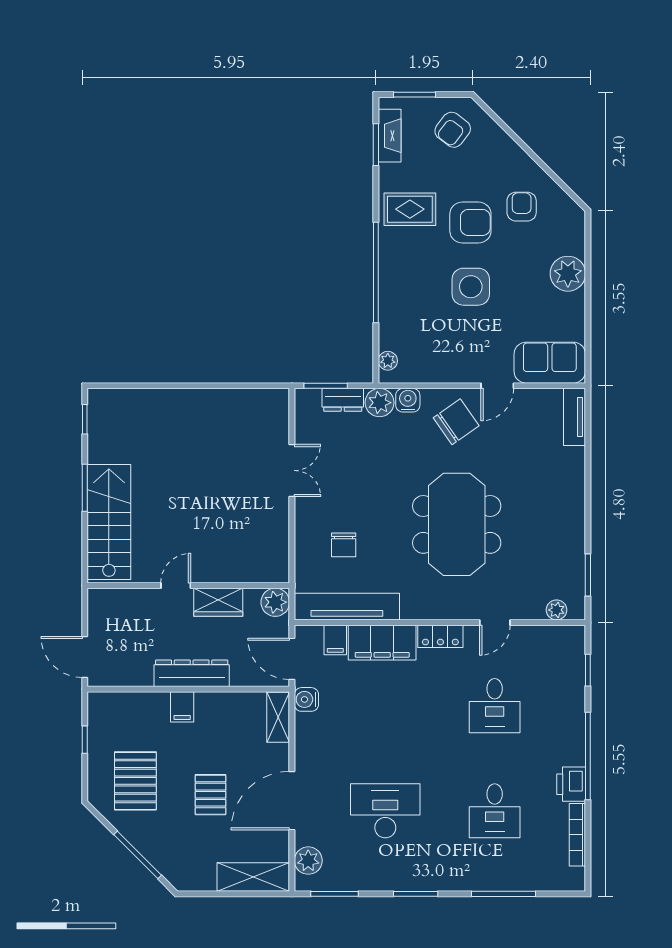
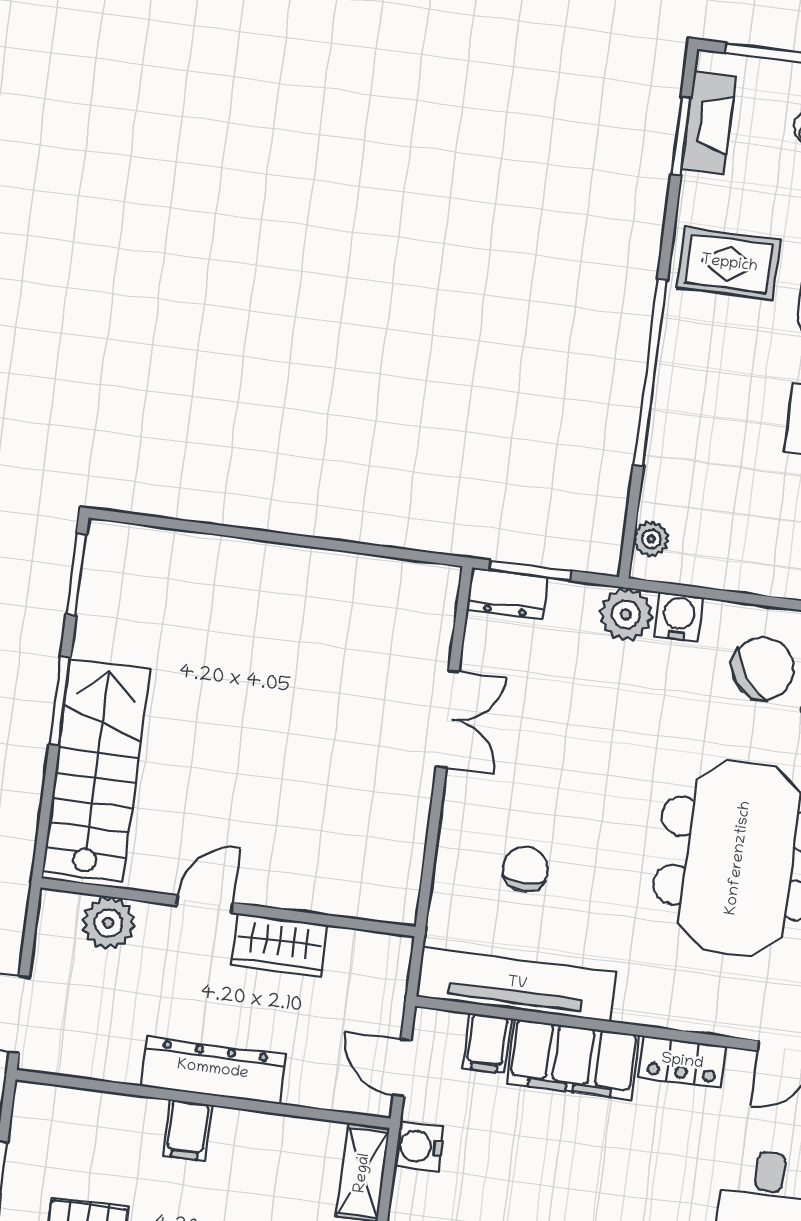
dresser: (343, 400) -> (507, 594), moved
window: (85, 419) -> (76, 574), width x1.50
chair: (344, 545) -> (525, 869), turned 180
plant: (275, 602) -> (108, 923), moved
door: (292, 659) -> (402, 1068), width x0.73

